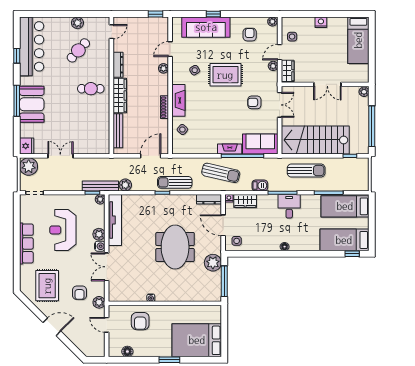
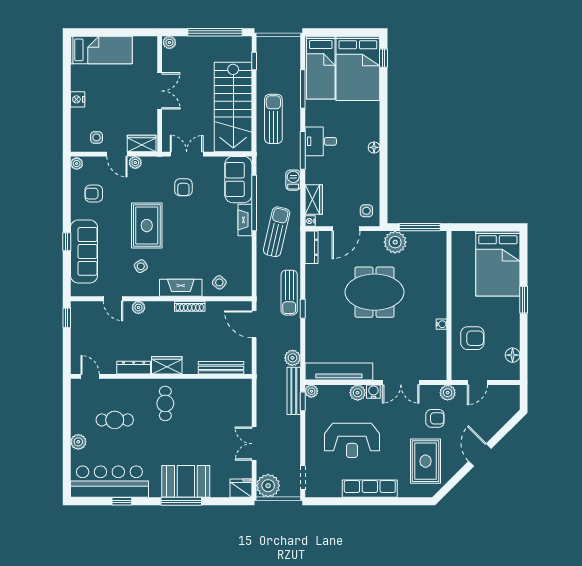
plant: (77, 23) -> (78, 442), moved
cafe table: (78, 50) -> (115, 420), turned -42
wardrobe: (120, 95) -> (167, 365), width x0.67
bed: (344, 240) -> (358, 68), width x1.50
rug: (47, 286) -> (425, 461), turned 90

